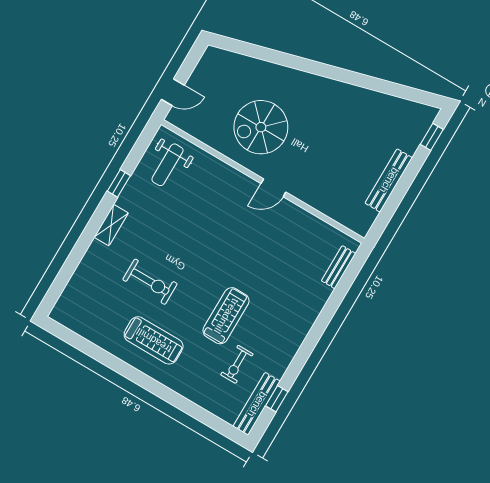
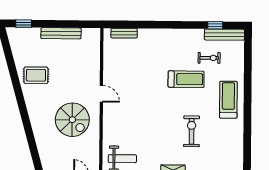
rug: (351, 113) -> (36, 75), added
treadmill: (226, 316) -> (186, 79), turned 180
treadmill: (154, 340) -> (228, 100), moved

